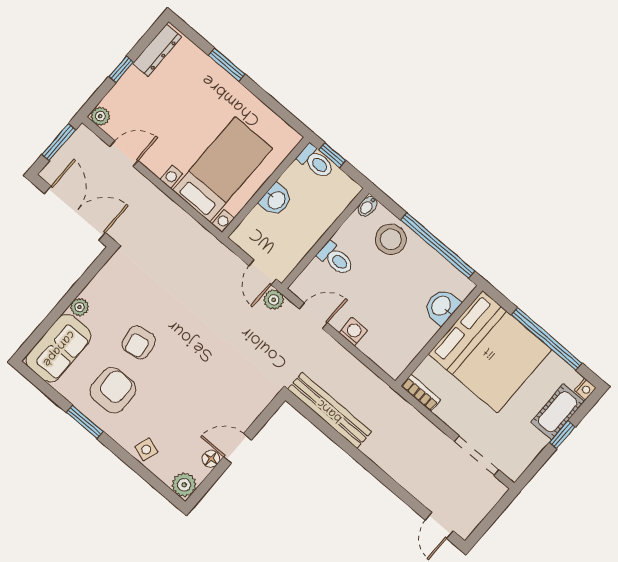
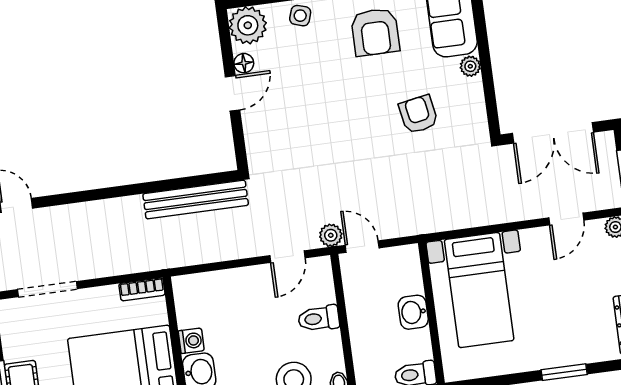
washing machine: (353, 332) -> (191, 341), moved, turned -90
armchair: (139, 342) -> (418, 114), moved
plant: (184, 485) -> (248, 25), width x1.36, depth x1.36

